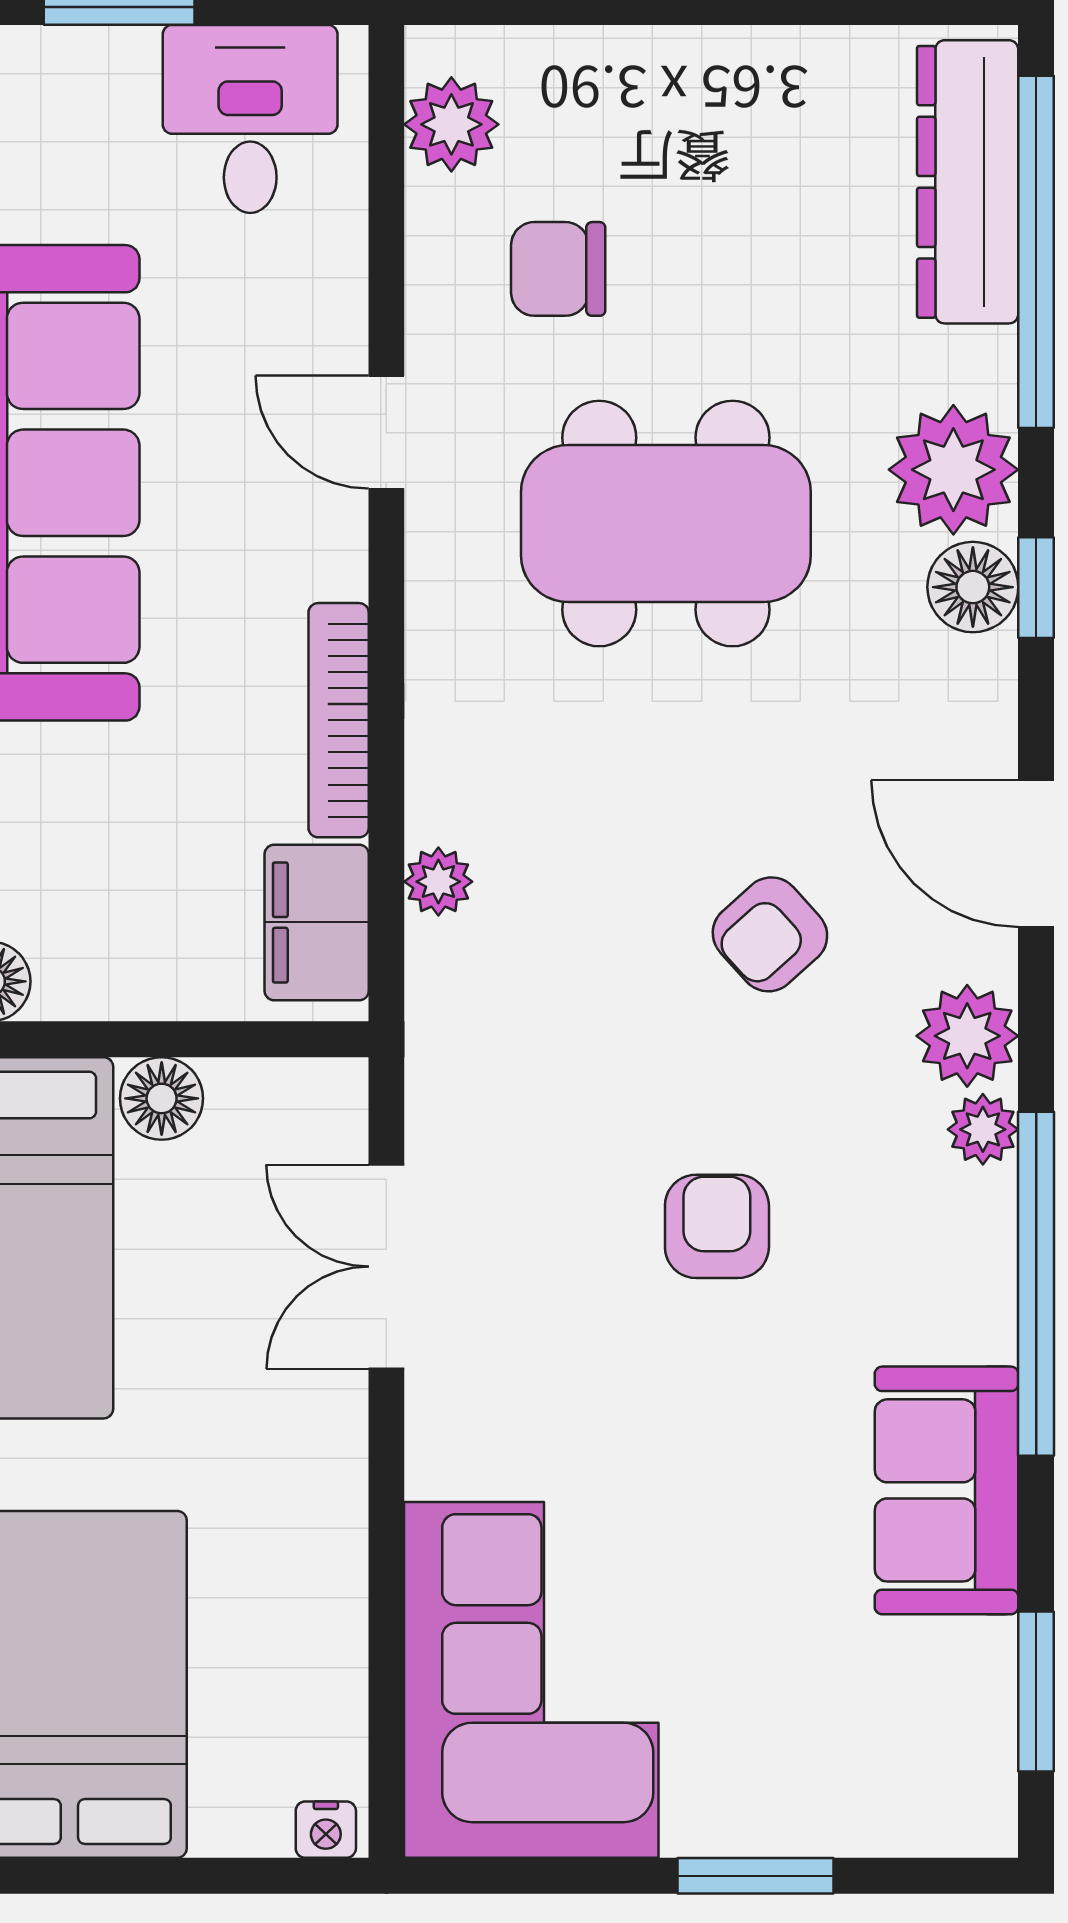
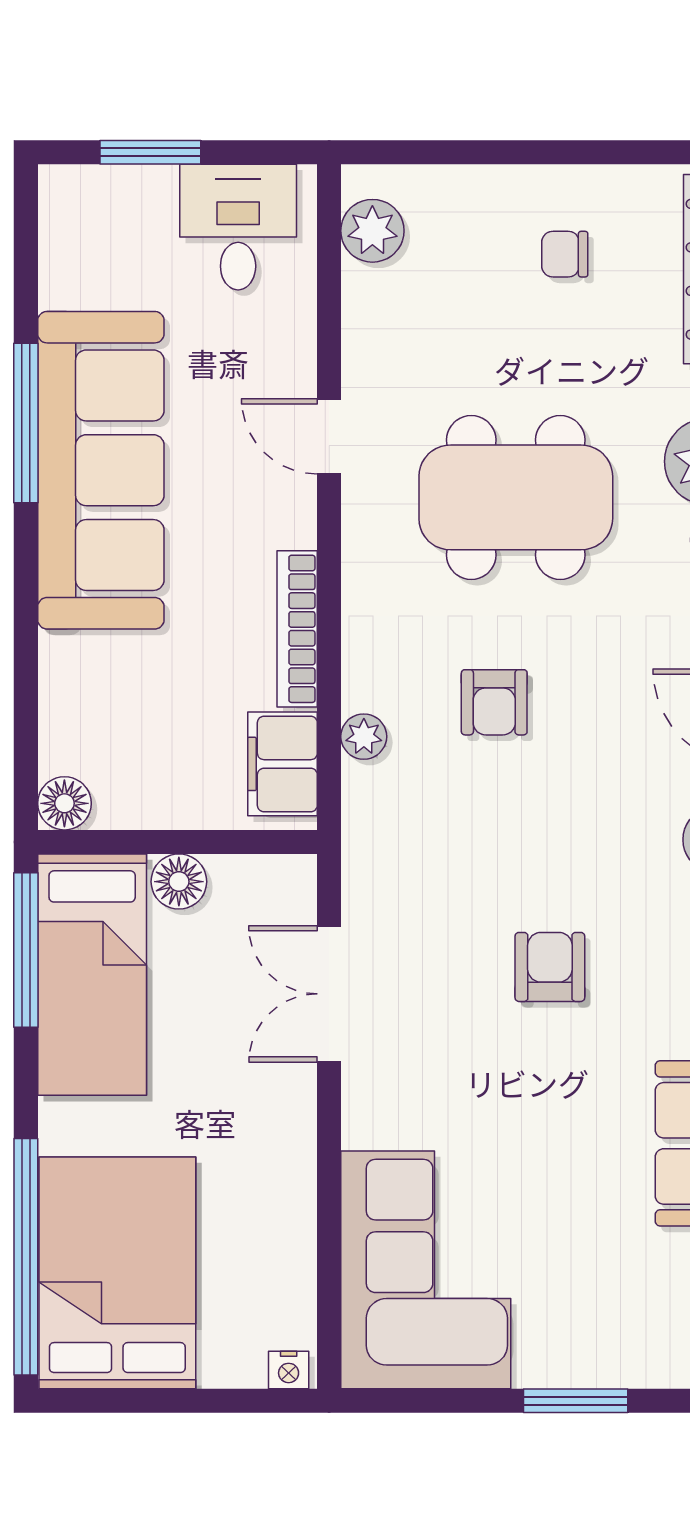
chair: (558, 269) -> (565, 254), moved, width x0.73, depth x0.73
armchair: (770, 934) -> (494, 702), moved, turned -48

